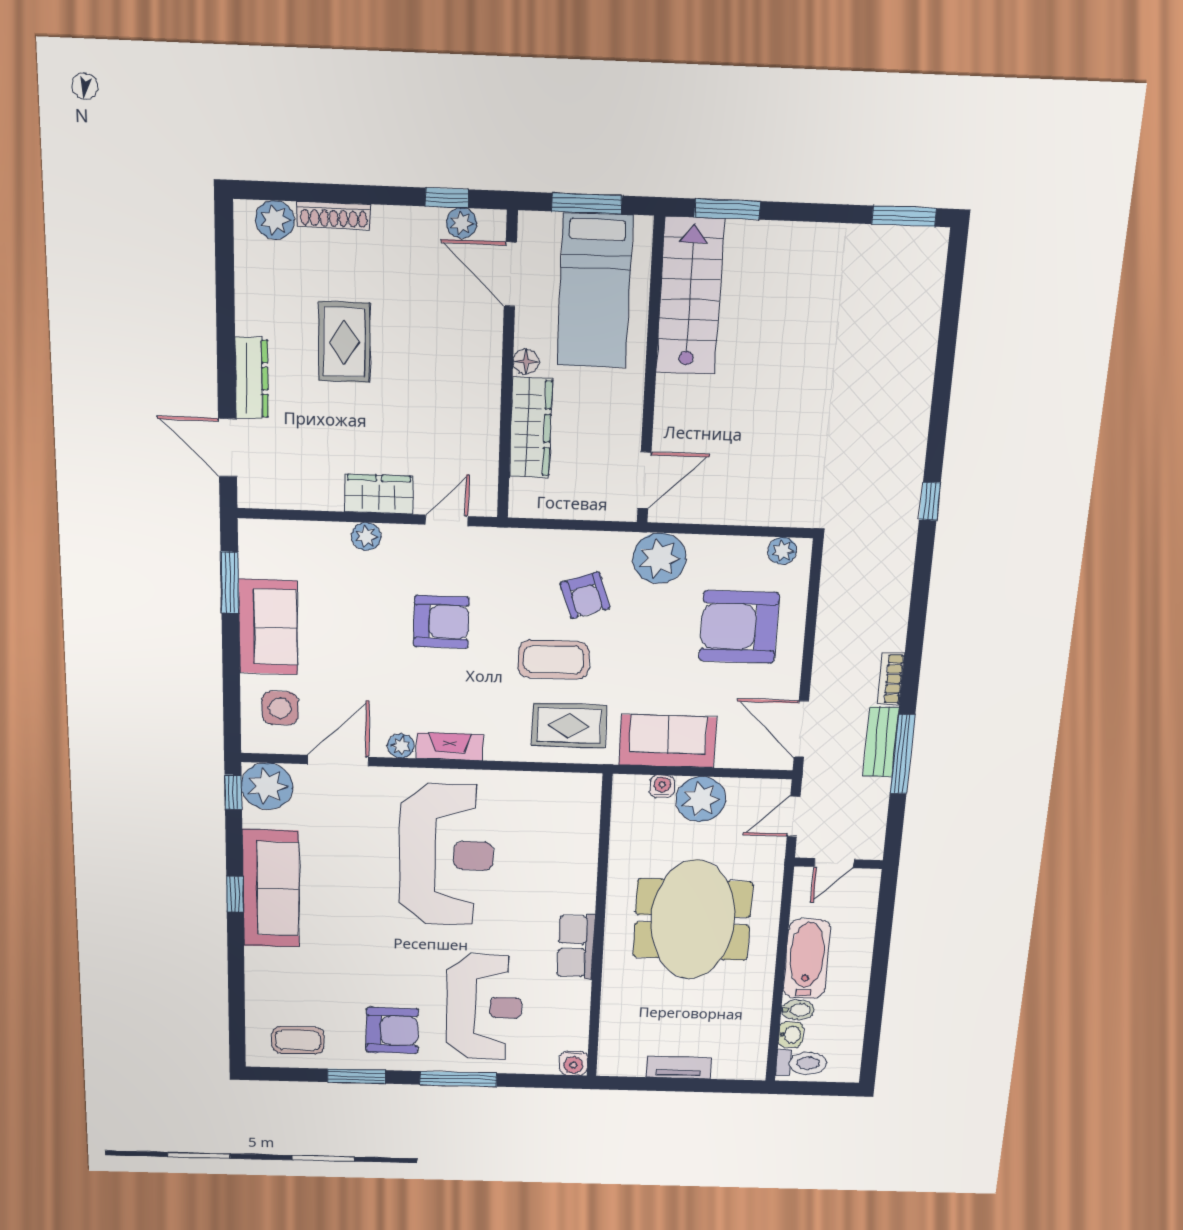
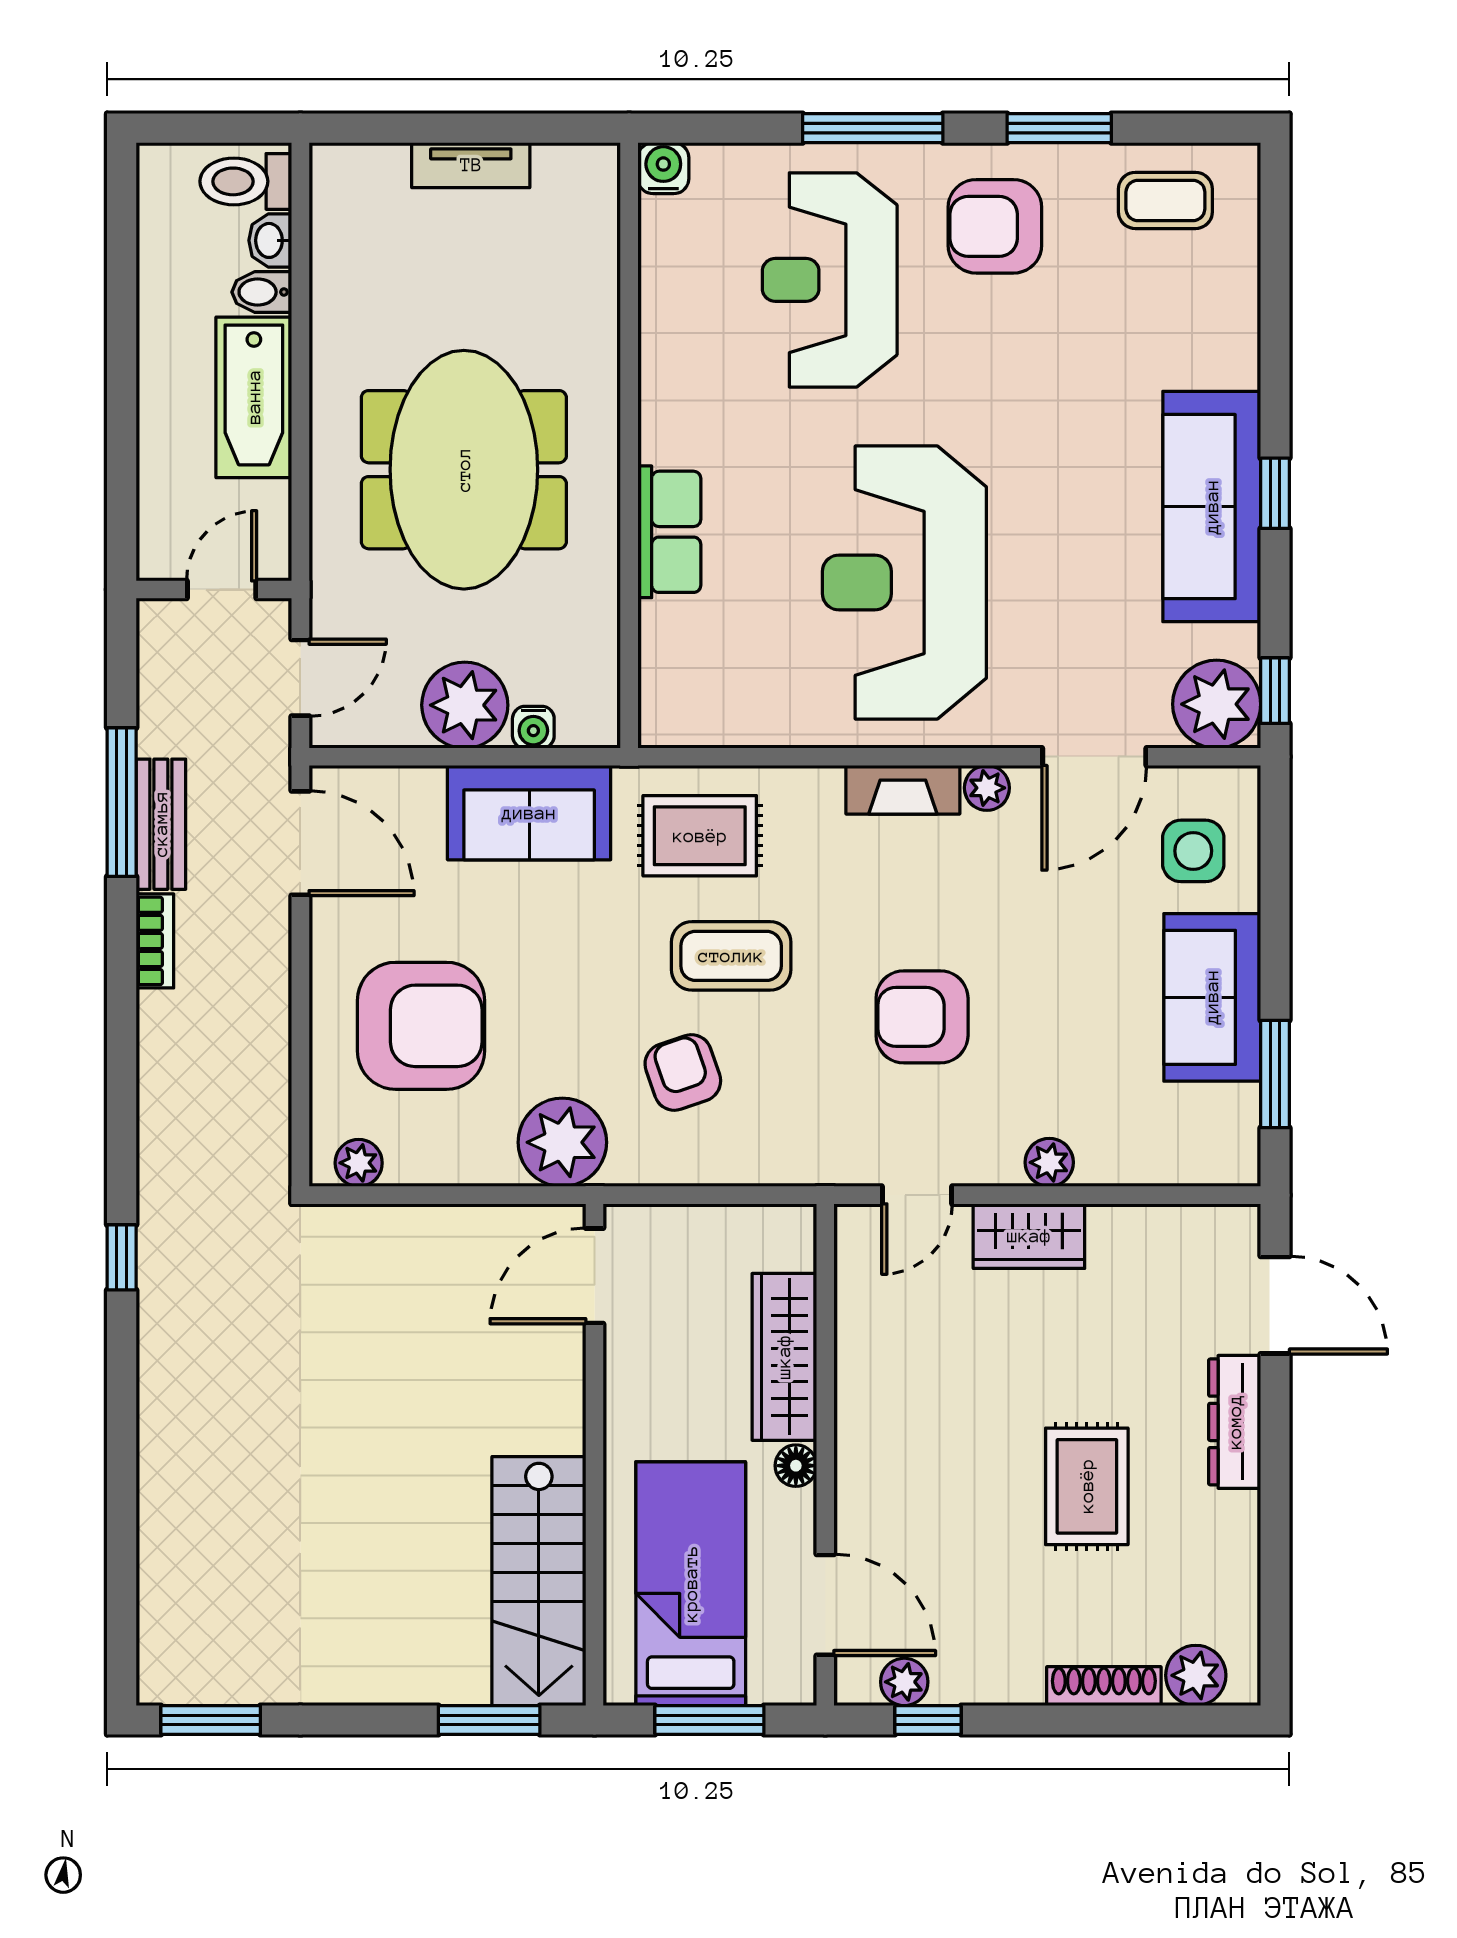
row of seats: (576, 946) -> (669, 532), moved

